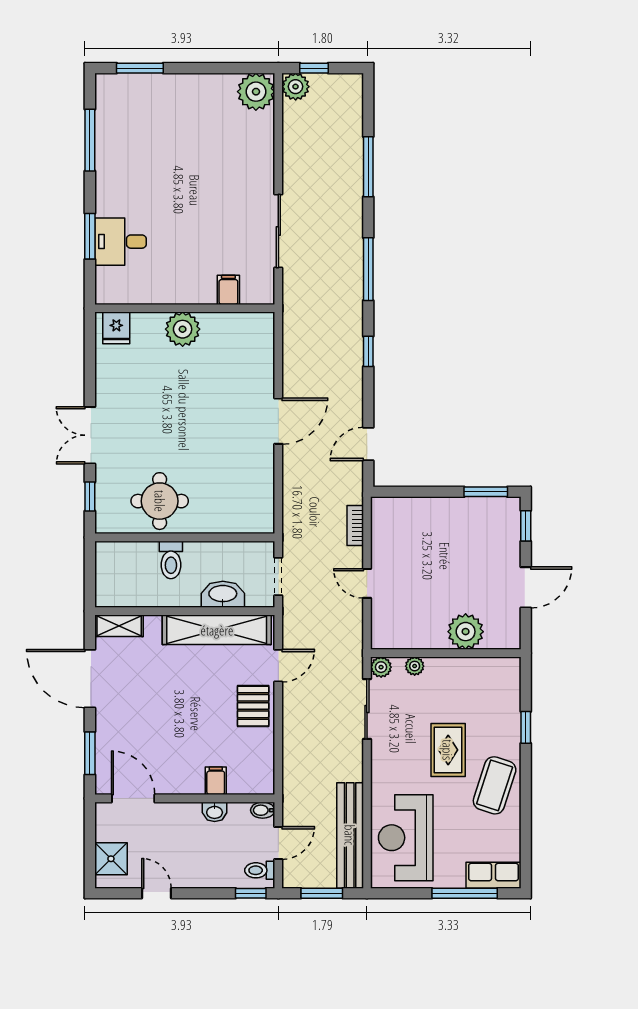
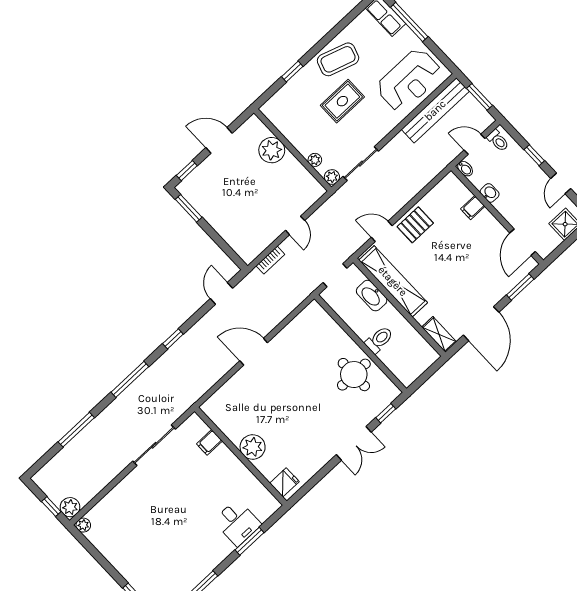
plant: (256, 92) -> (83, 525), width x0.53, depth x0.53
door: (368, 444) -> (221, 293), swing flipped
window: (251, 893) -> (534, 155), moved

